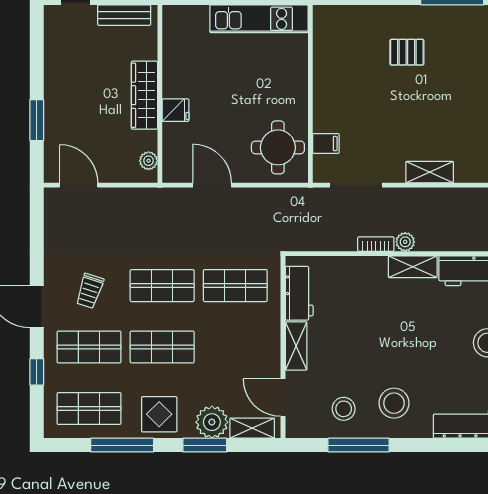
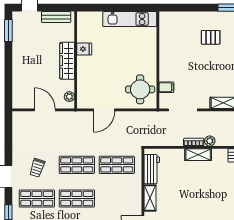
fridge: (176, 110) -> (84, 49), moved
window: (37, 120) -> (8, 31), moved
door: (79, 185) -> (45, 110), moved
door: (212, 185) -> (104, 110), swing flipped
shelving: (413, 267) -> (198, 155), moved

